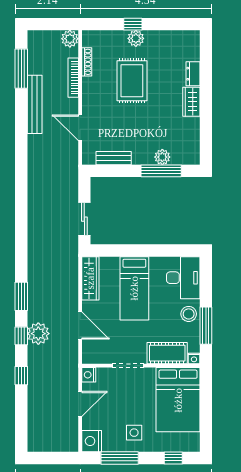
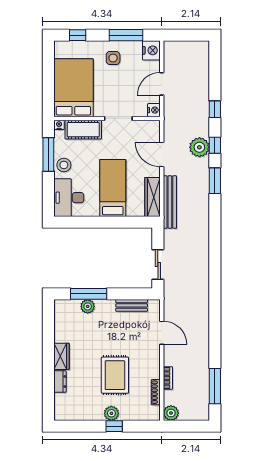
bookcase: (73, 78) -> (168, 378), width x0.64
bench: (35, 104) -> (170, 202), moved
sliding door: (84, 219) -> (158, 265), moved

